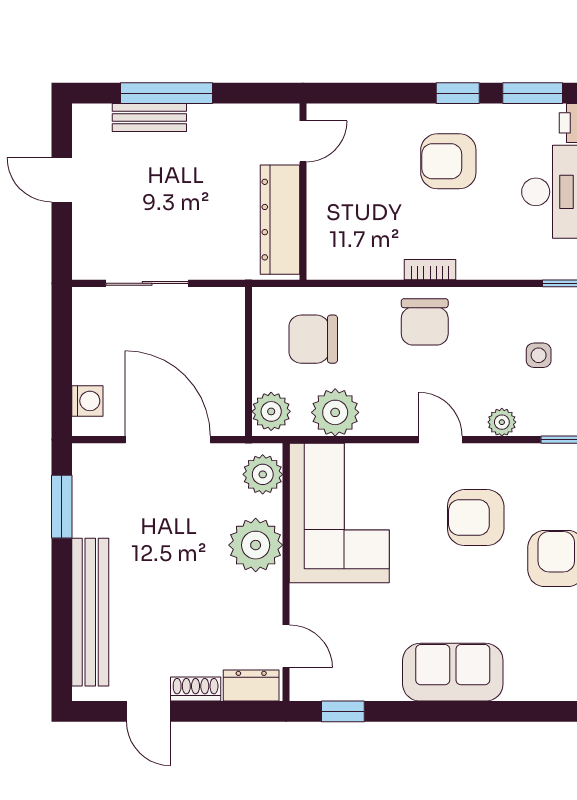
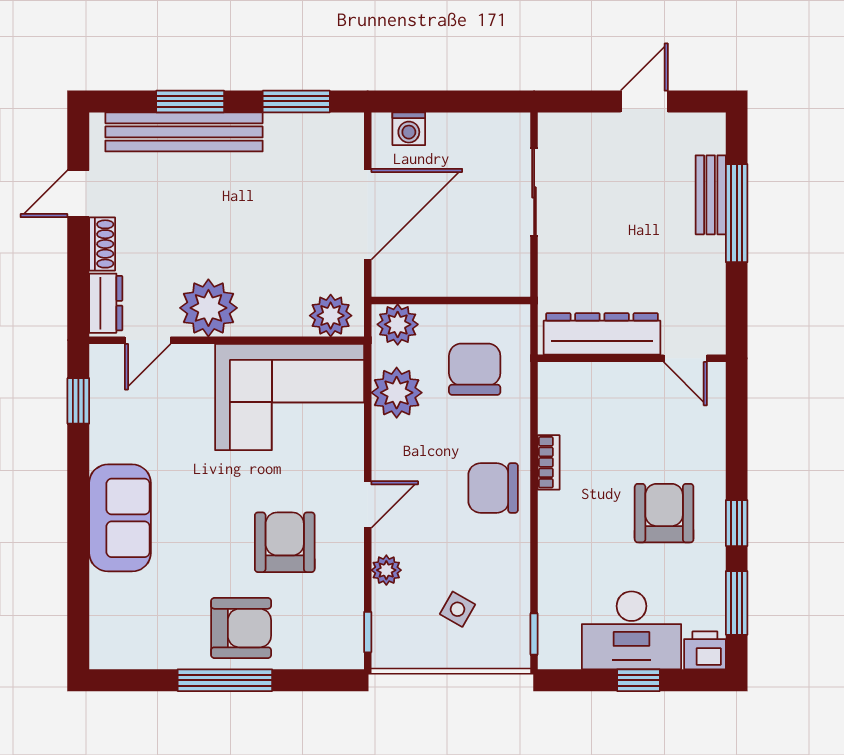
bookcase: (430, 270) -> (549, 462), moved
side table: (539, 355) -> (458, 609), turned 30
plant: (256, 545) -> (208, 308), moved
window: (62, 606) -> (190, 101), added

